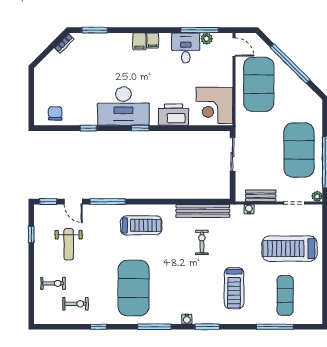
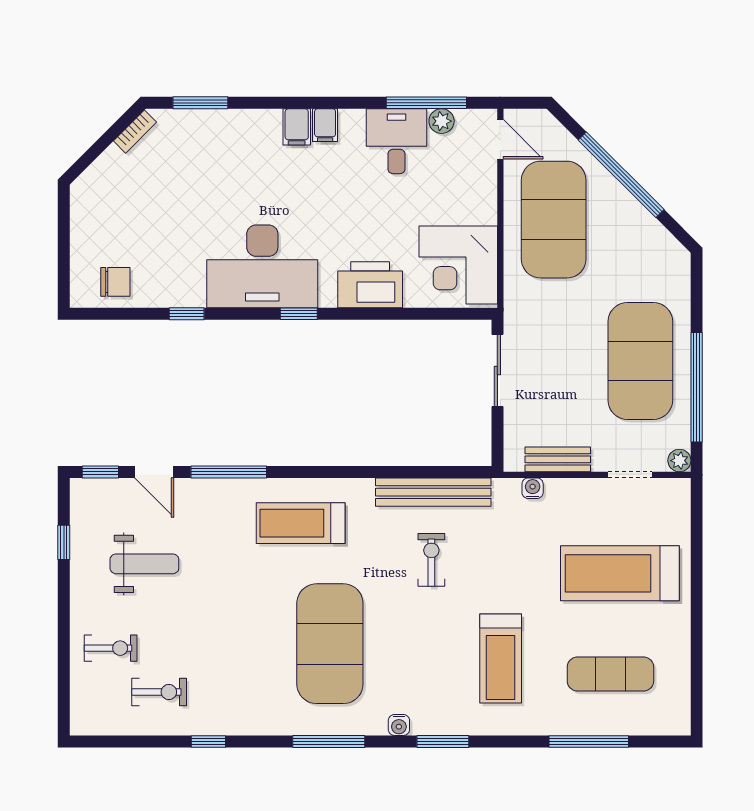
chair: (55, 113) -> (115, 282), turned 90
treadmill: (141, 225) -> (301, 523), turned 180
weight bench: (69, 244) -> (144, 564), turned -90
exercise mat: (134, 288) -> (330, 644), moved
exercise mat: (285, 295) -> (610, 674), turned 90

